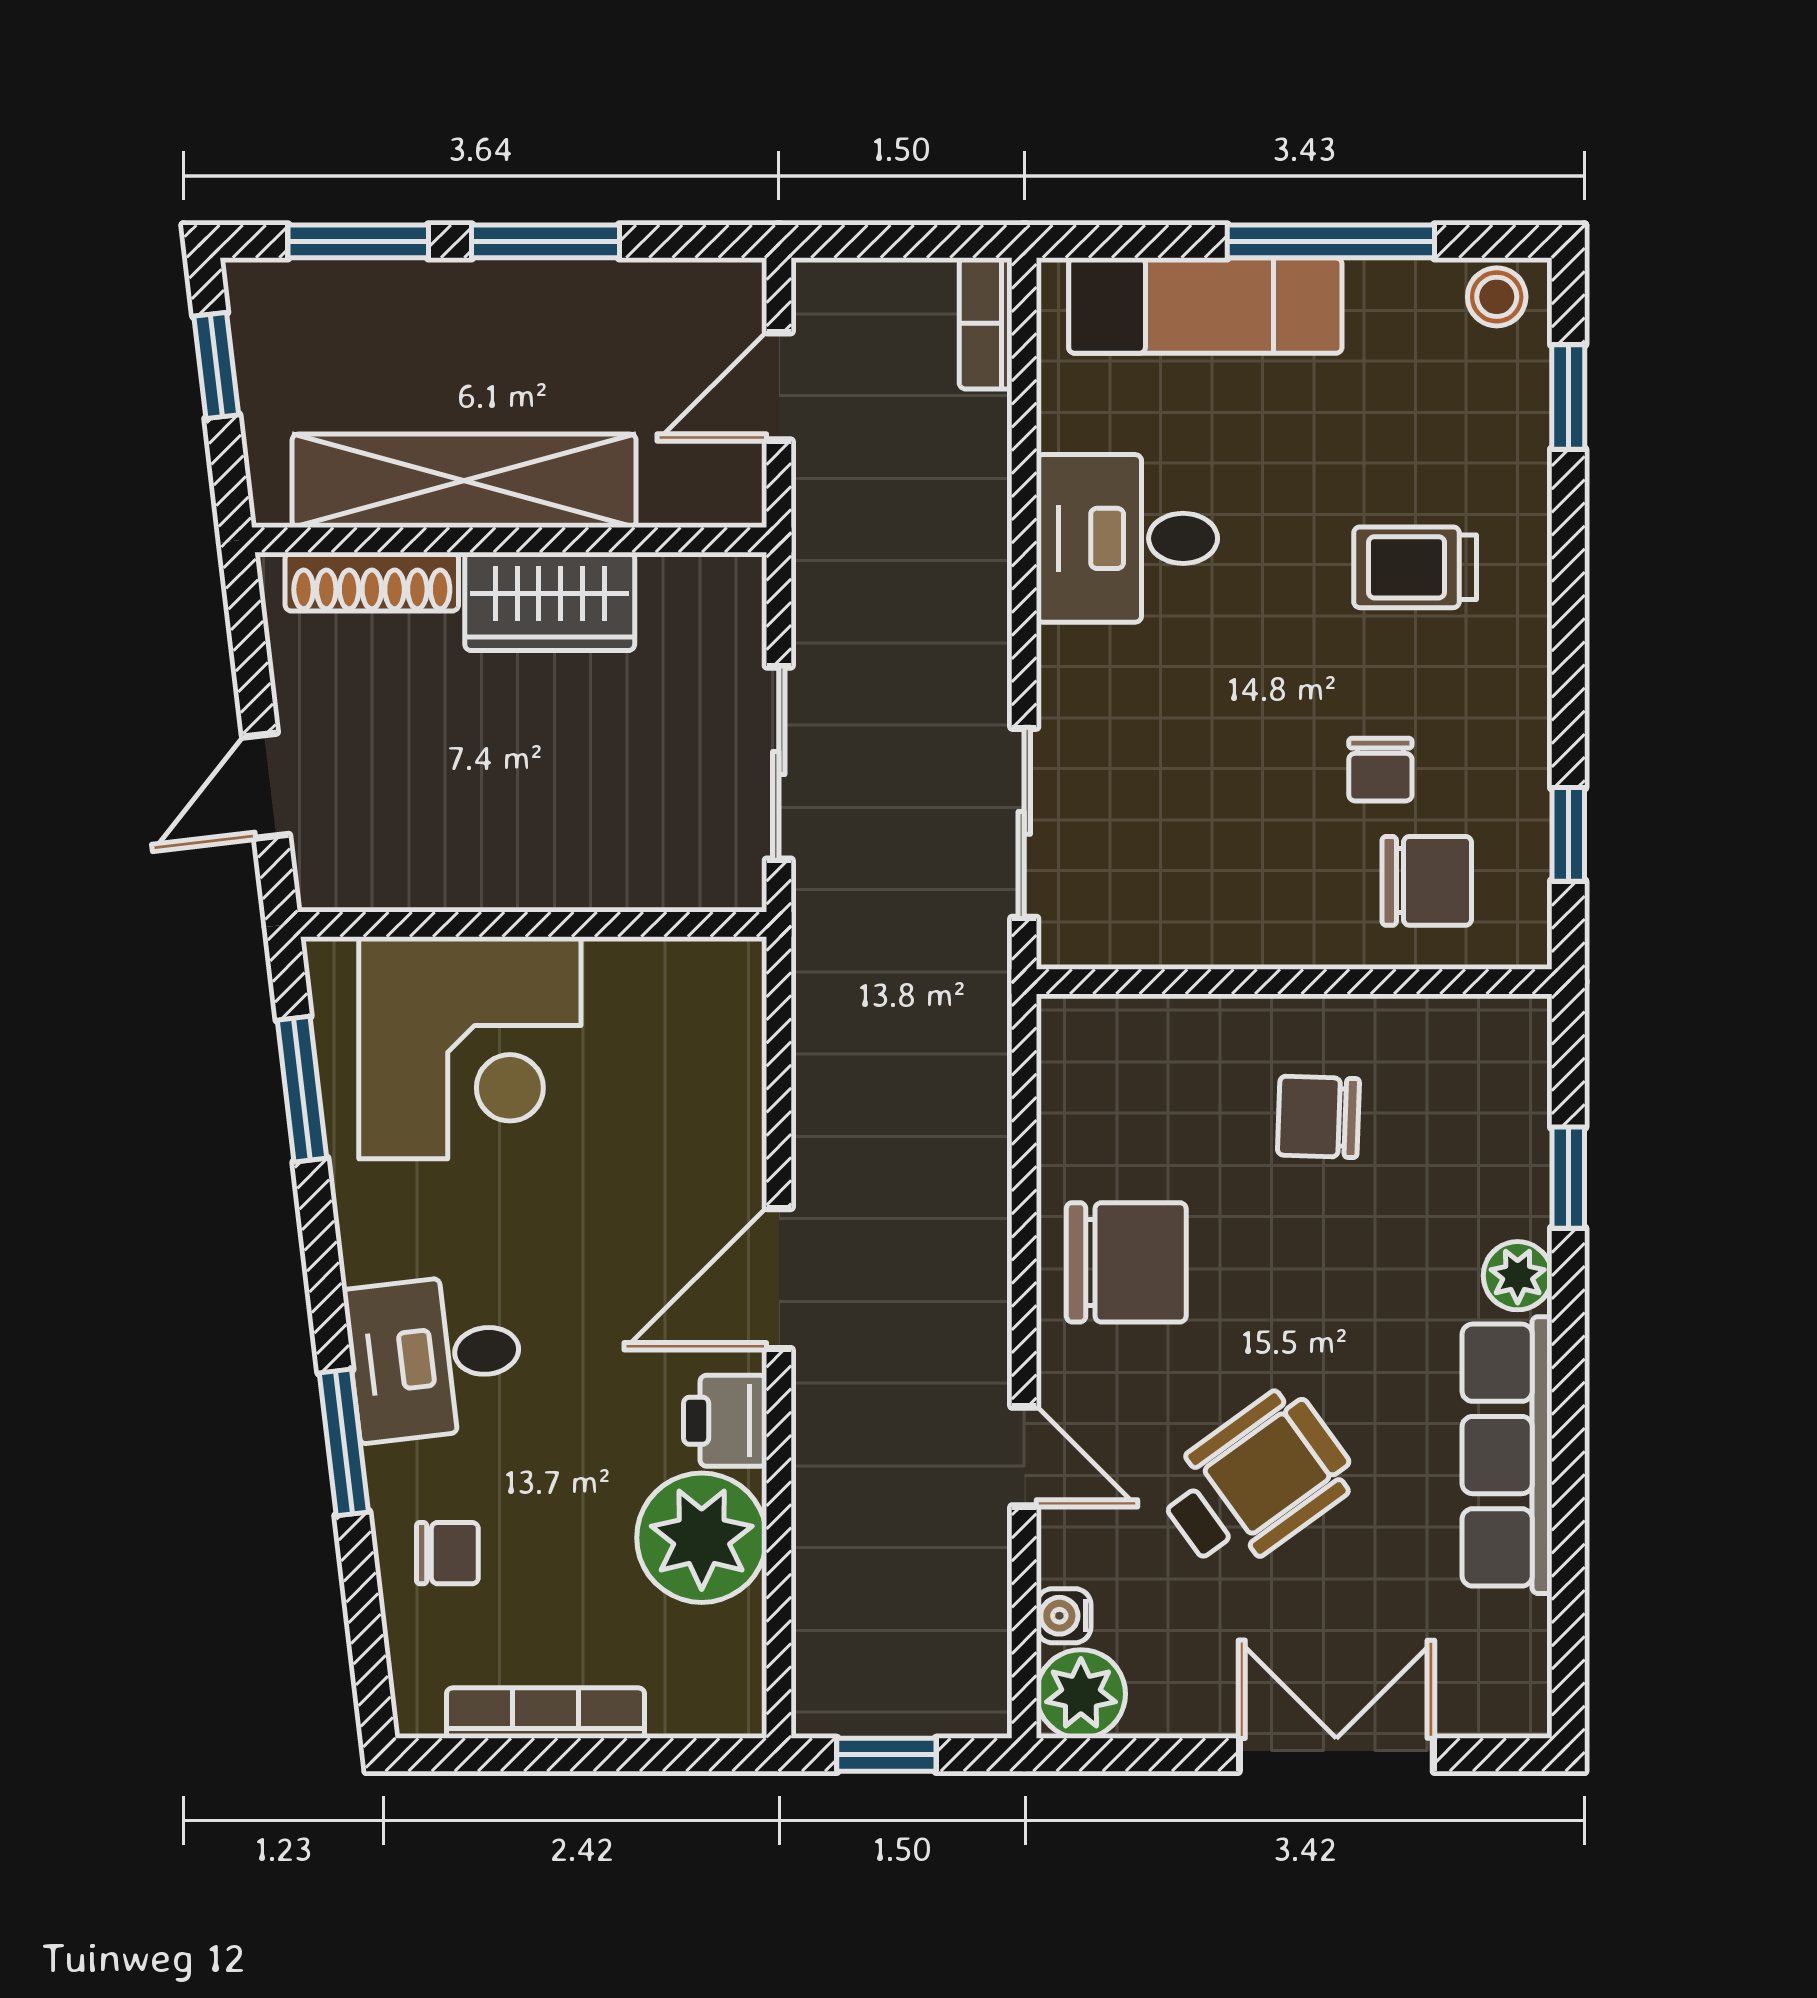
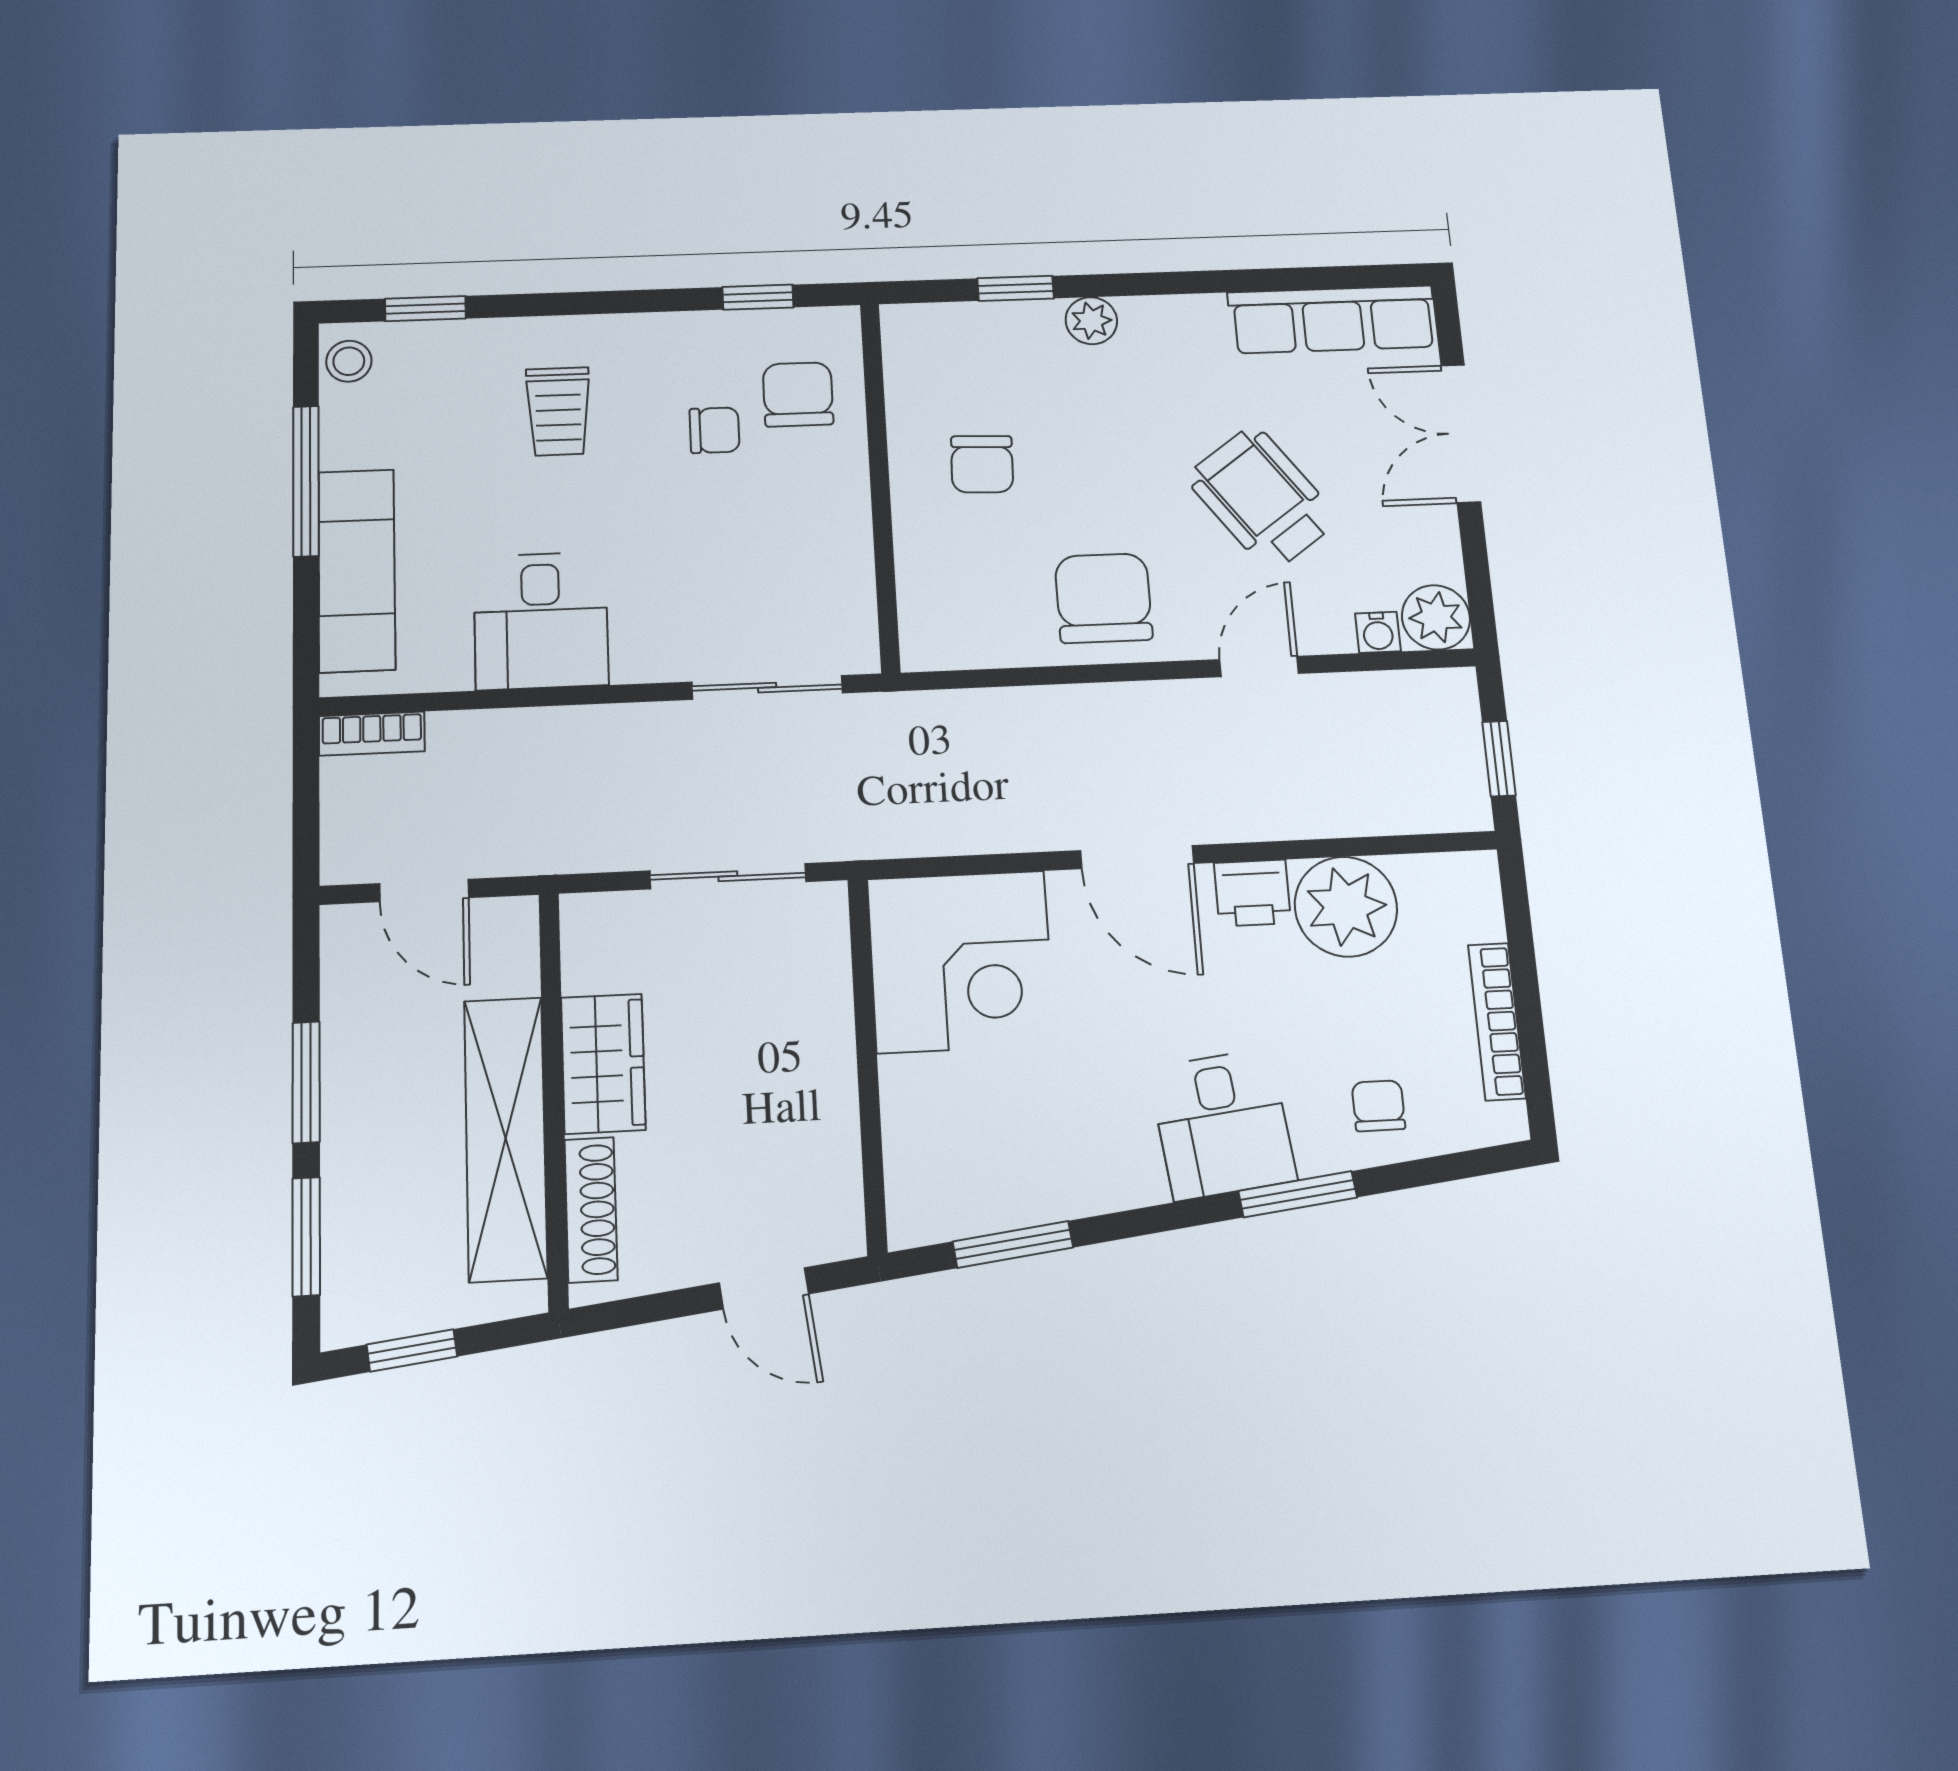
corner desk: (470, 1048) -> (961, 961), moved, turned 90
row of seats: (1507, 1455) -> (1333, 319), moved

